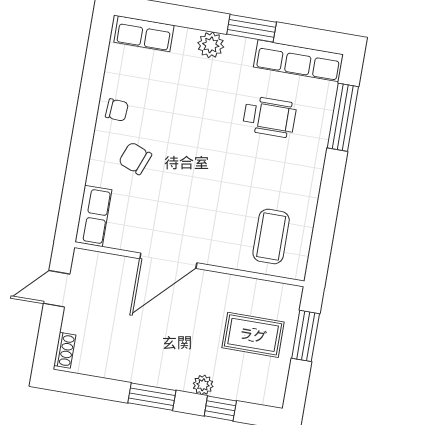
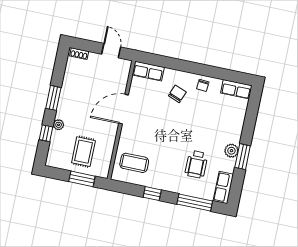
row of seats: (144, 34) -> (236, 89), moved, turned -90
plant: (211, 45) -> (231, 151), moved
row of seats: (298, 61) -> (223, 187), width x0.68
window: (329, 200) -> (152, 194), added
door: (168, 261) -> (124, 109), hinge flipped

